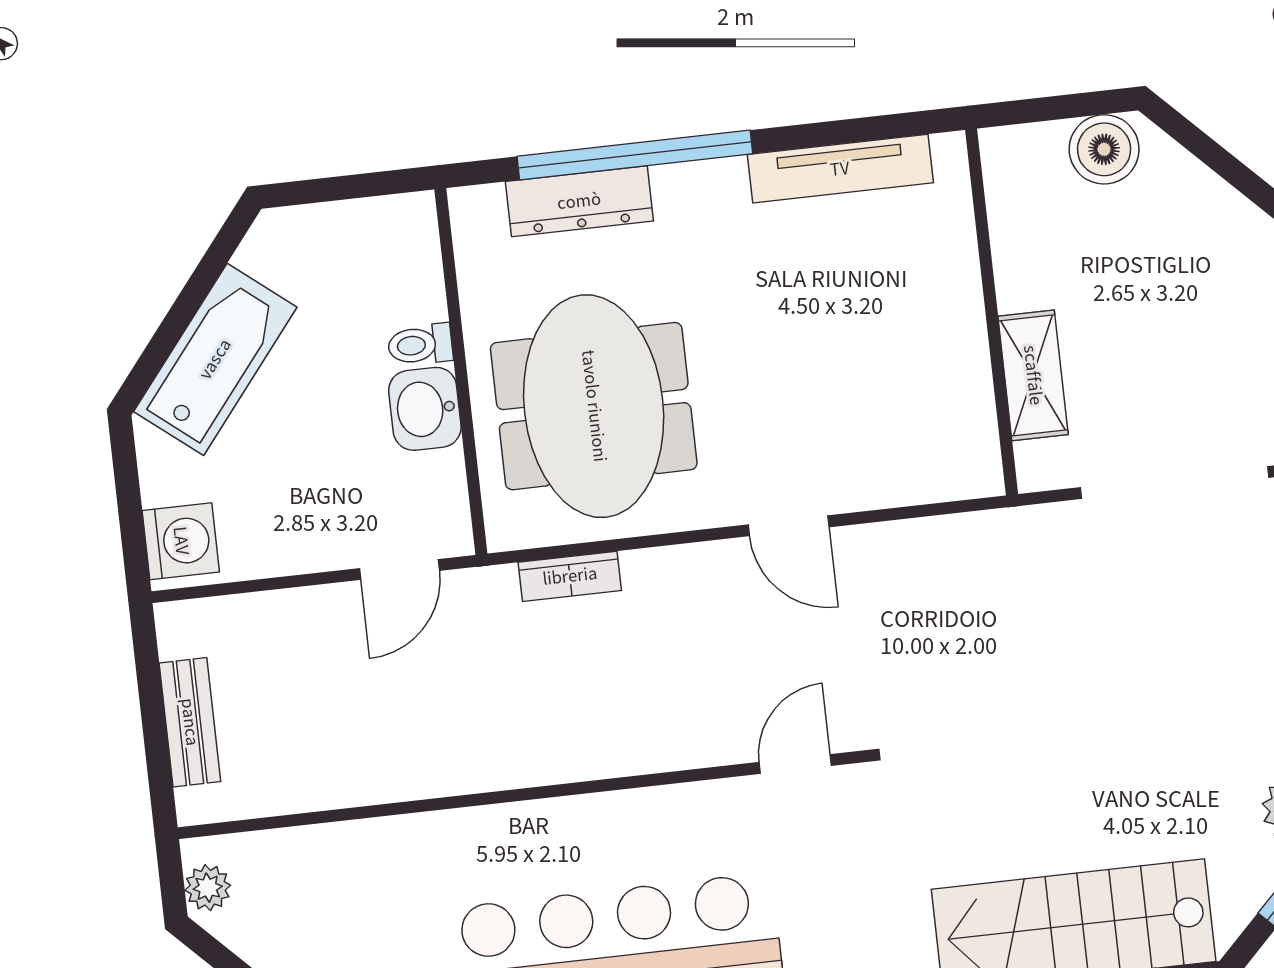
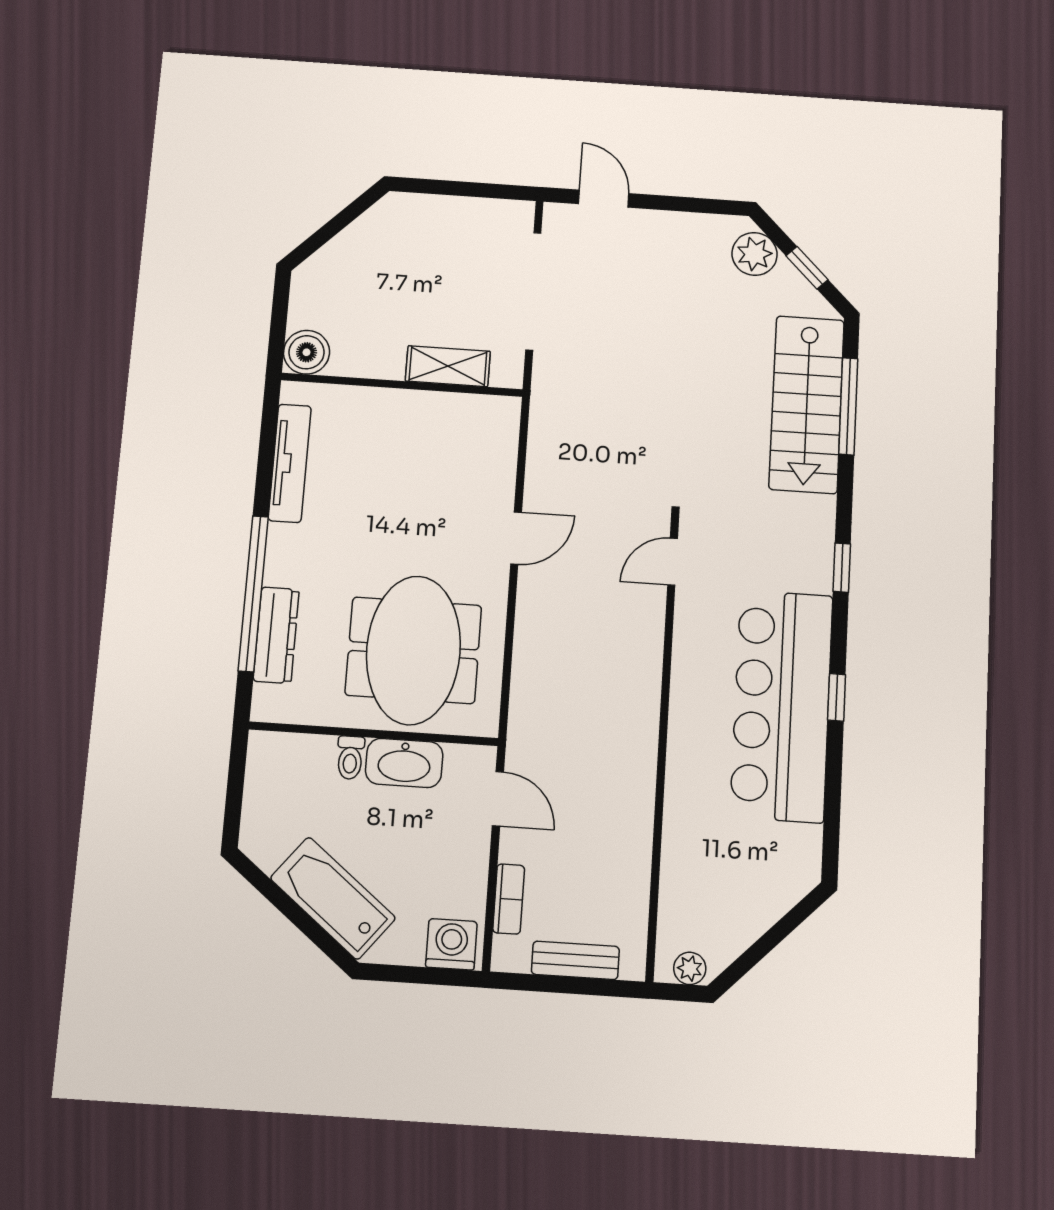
boiler: (1104, 149) -> (307, 352), moved
meeting table: (594, 406) -> (413, 650), turned 90
washbasin: (425, 409) -> (404, 763), width x1.38
bookcase: (570, 576) -> (509, 899), moved
door: (795, 764) -> (673, 562), hinge flipped

